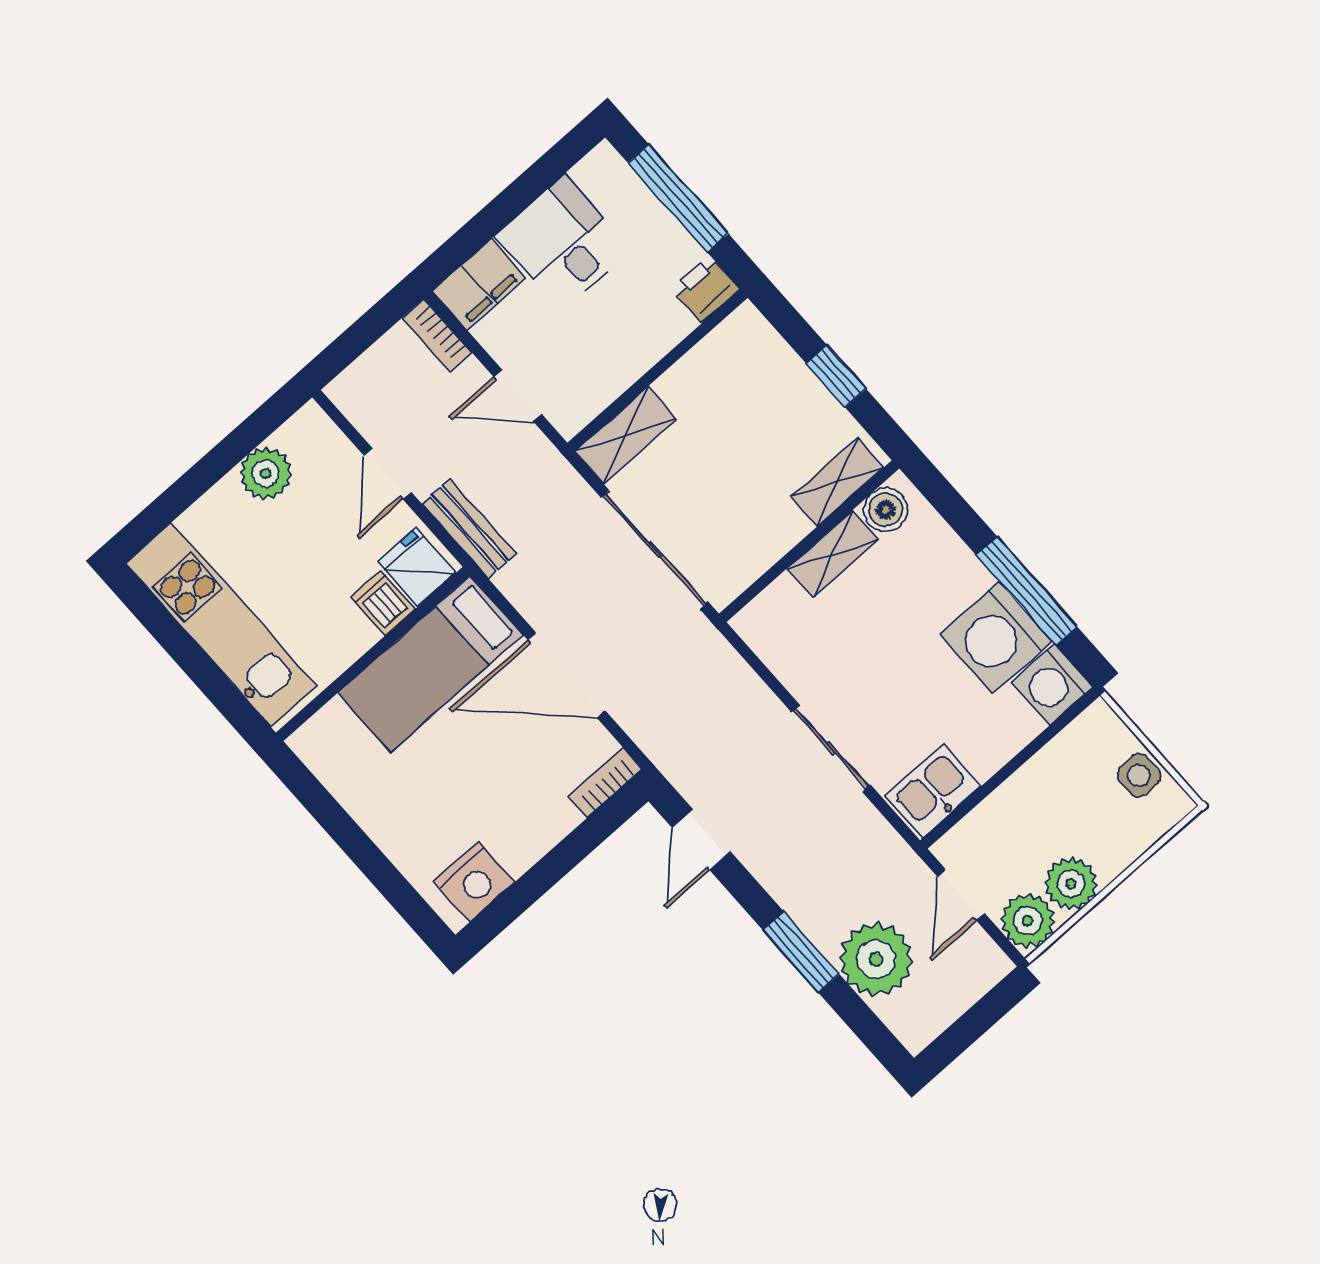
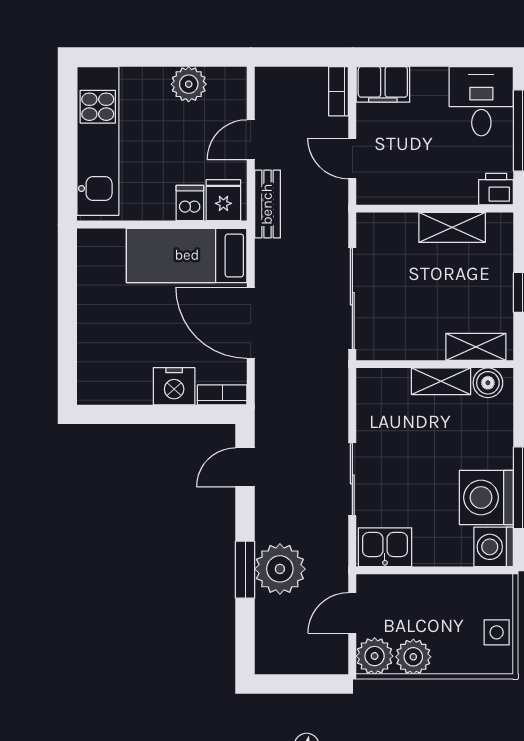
desk: (563, 243) -> (481, 101), moved
shelving: (626, 435) -> (452, 227), moved
nightstand: (474, 882) -> (174, 386), moved
plant: (876, 959) -> (280, 569), moved

